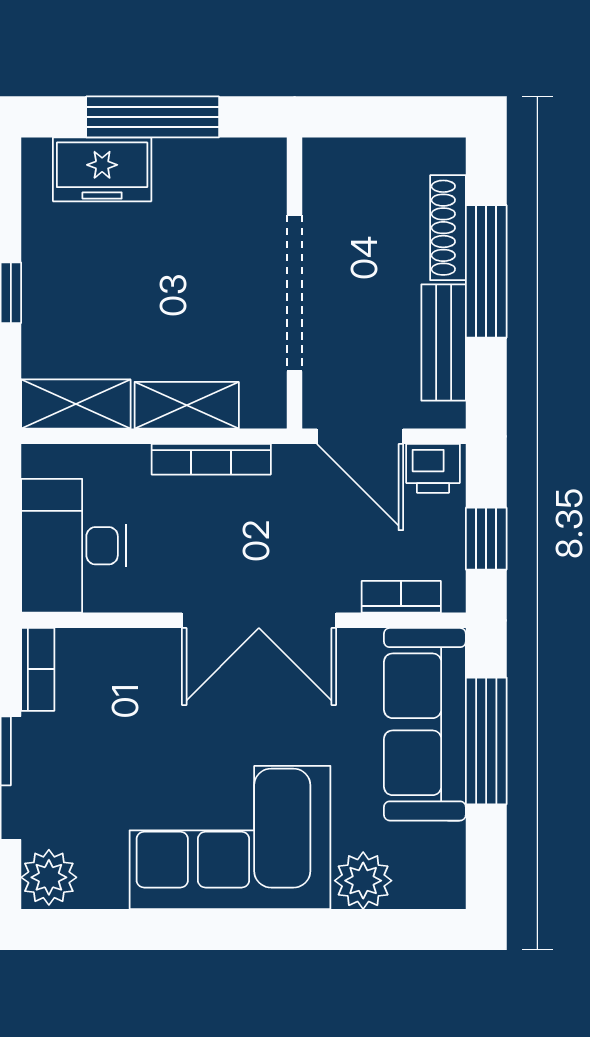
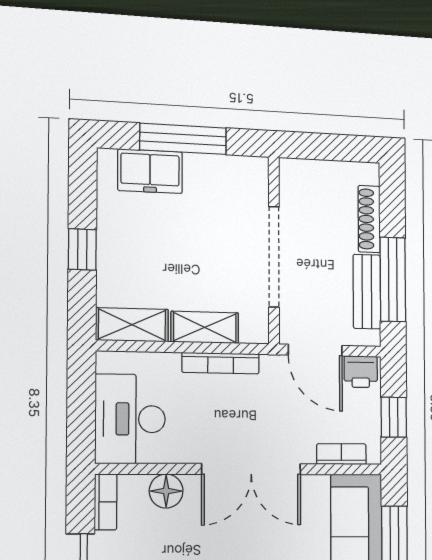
window: (486, 271) -> (393, 279), moved
floor lamp: (128, 653) -> (166, 491), added

